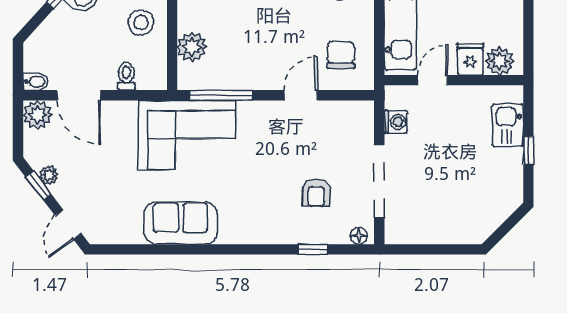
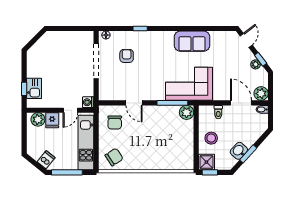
plant: (192, 47) -> (187, 112), moved
door: (301, 95) -> (134, 103), hinge flipped
washing machine: (396, 122) -> (88, 102), moved
window: (528, 151) -> (24, 89), moved
window: (313, 249) -> (140, 29), moved

